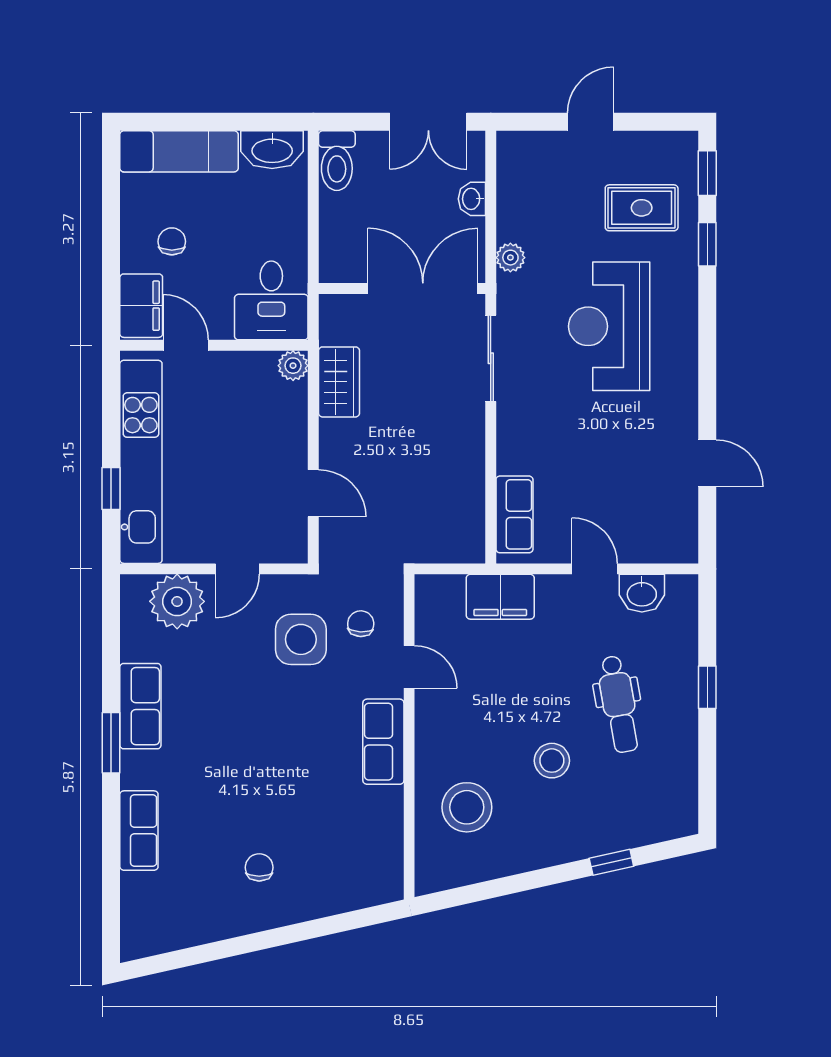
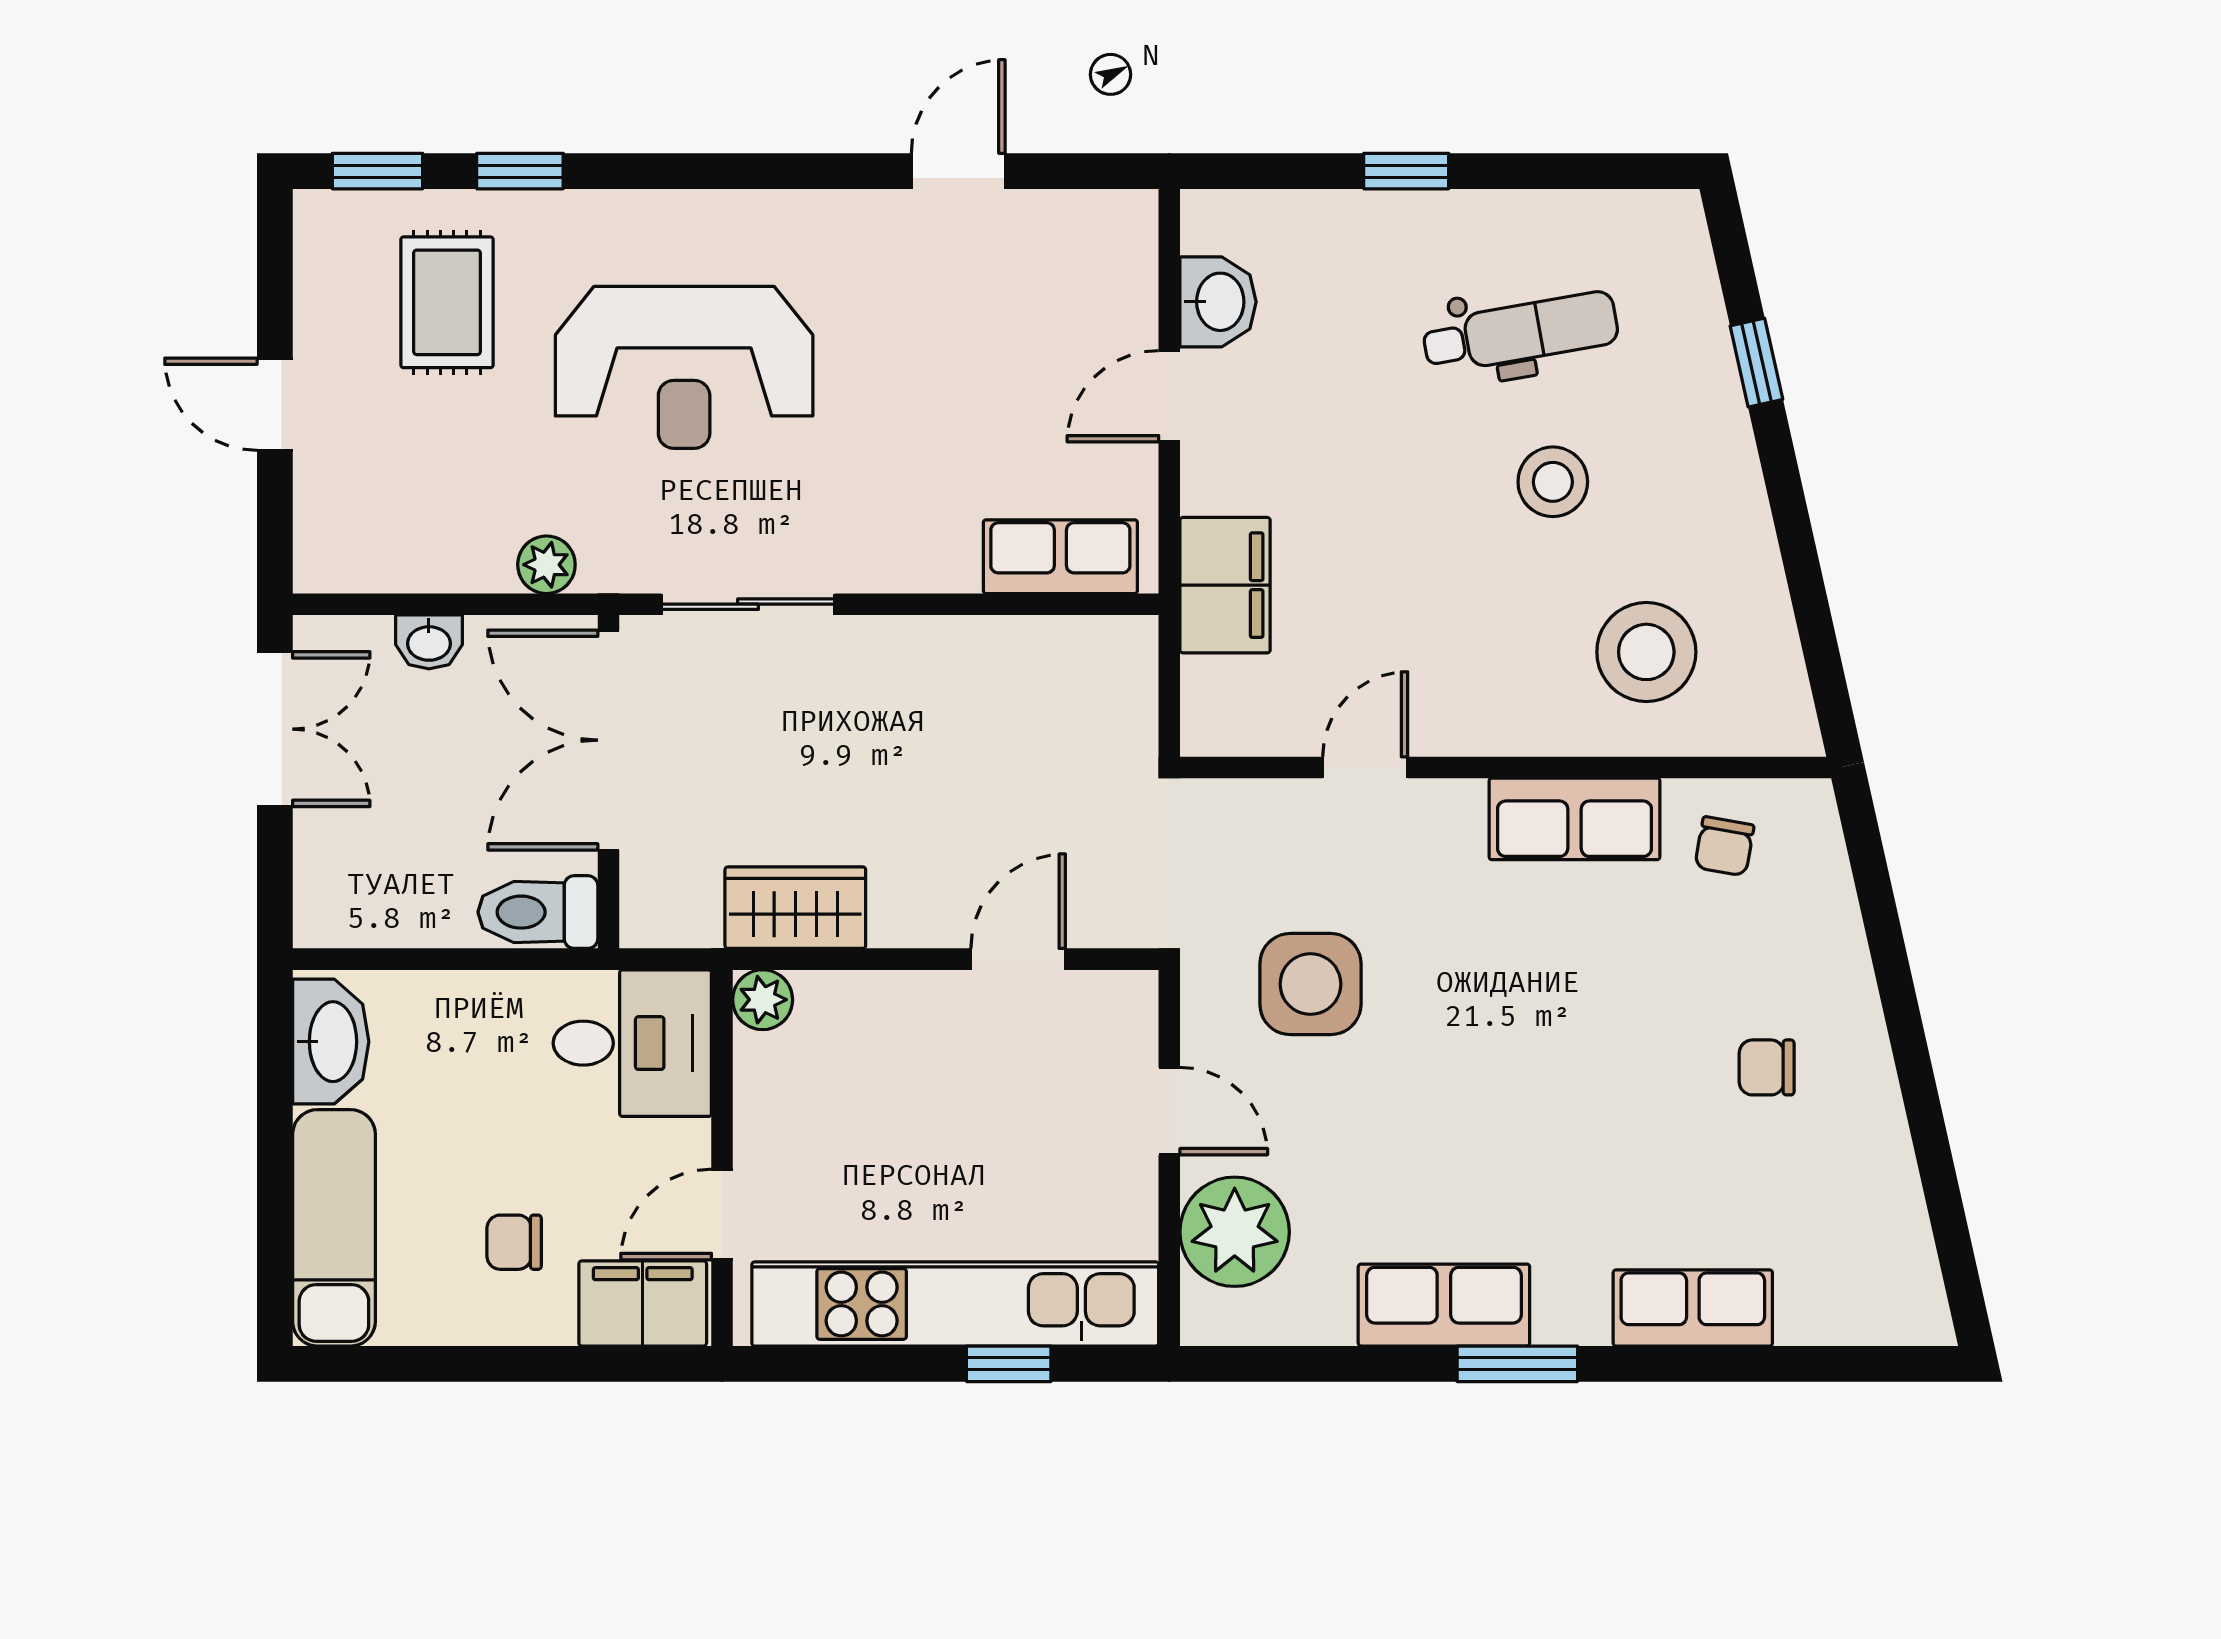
toilet: (337, 161) -> (538, 912), moved, turned 180
chair: (361, 624) -> (1724, 846), moved, turned -83
dental chair: (619, 704) -> (1520, 332), moved
row of seats: (383, 742) -> (1574, 819), moved

